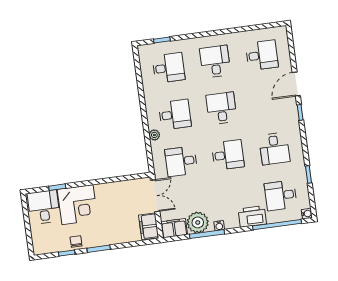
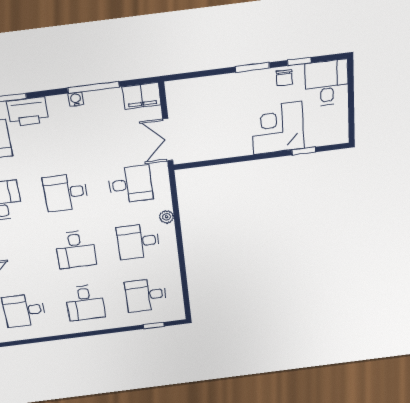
desk: (44, 207) -> (327, 83), moved, turned 180
plant: (198, 222) -> (107, 104), removed
filing cabinet: (149, 226) -> (178, 98), removed

